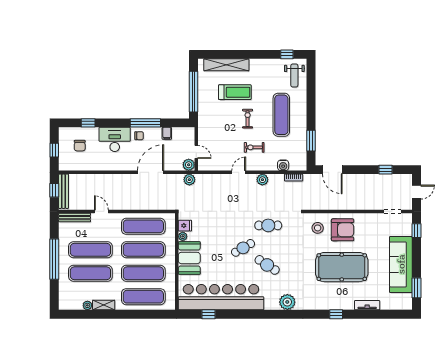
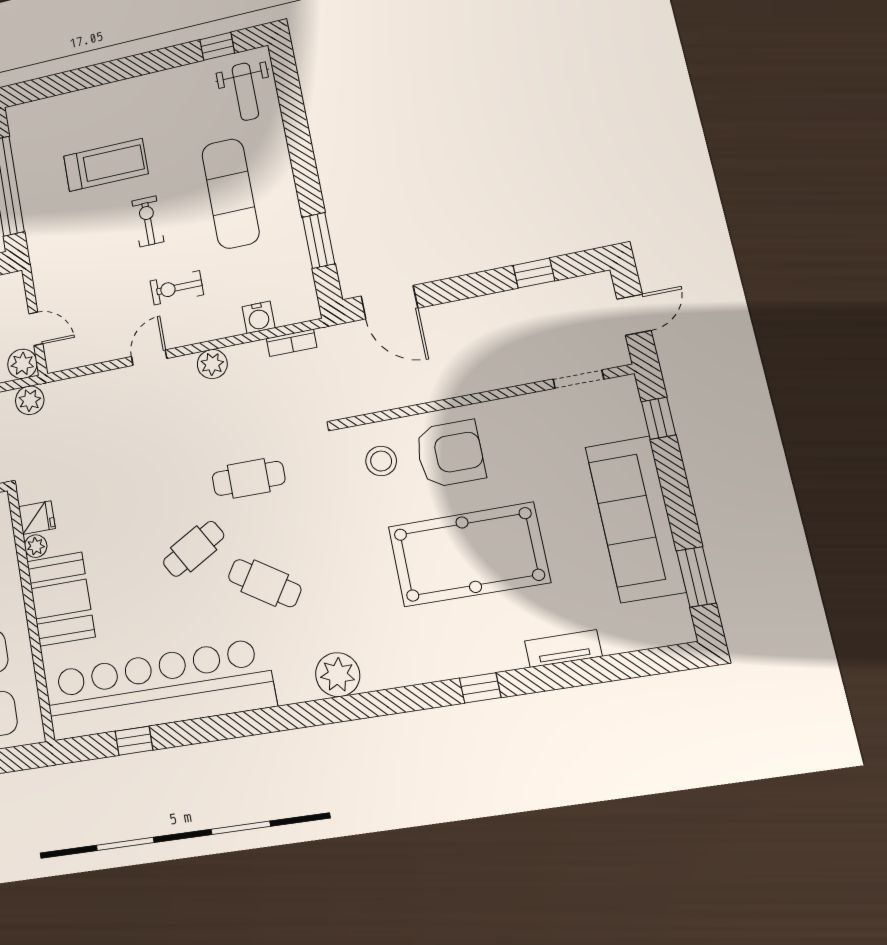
shelving: (226, 65) -> (74, 106), removed

